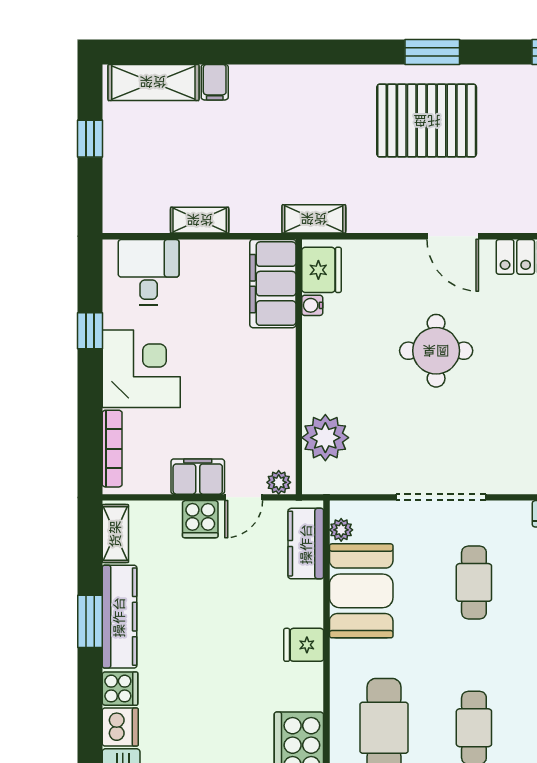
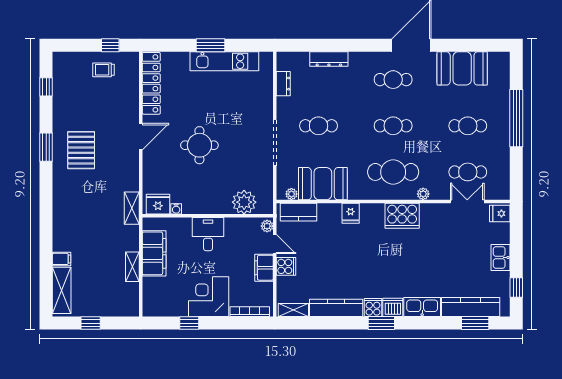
pallet: (427, 121) -> (81, 150), width x0.73, depth x0.71
desk: (149, 272) -> (208, 234), moved, turned 90
filing cabinet: (273, 284) -> (154, 253), moved, turned -90
window: (90, 621) -> (381, 323), moved

